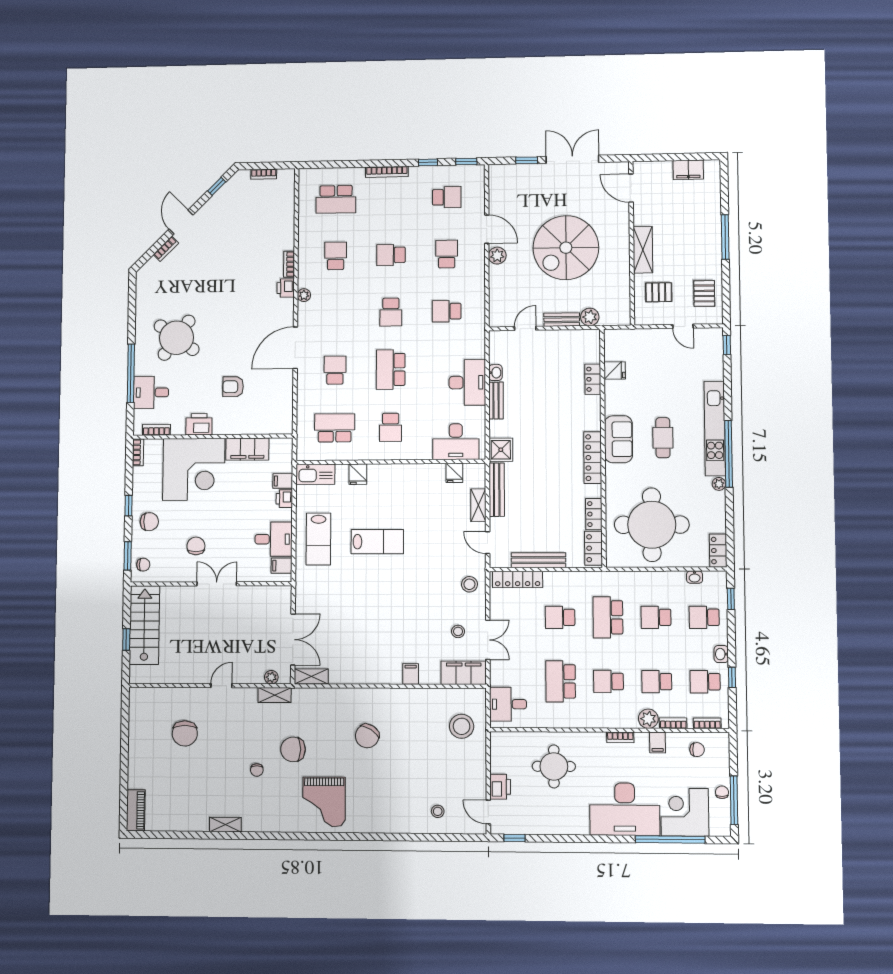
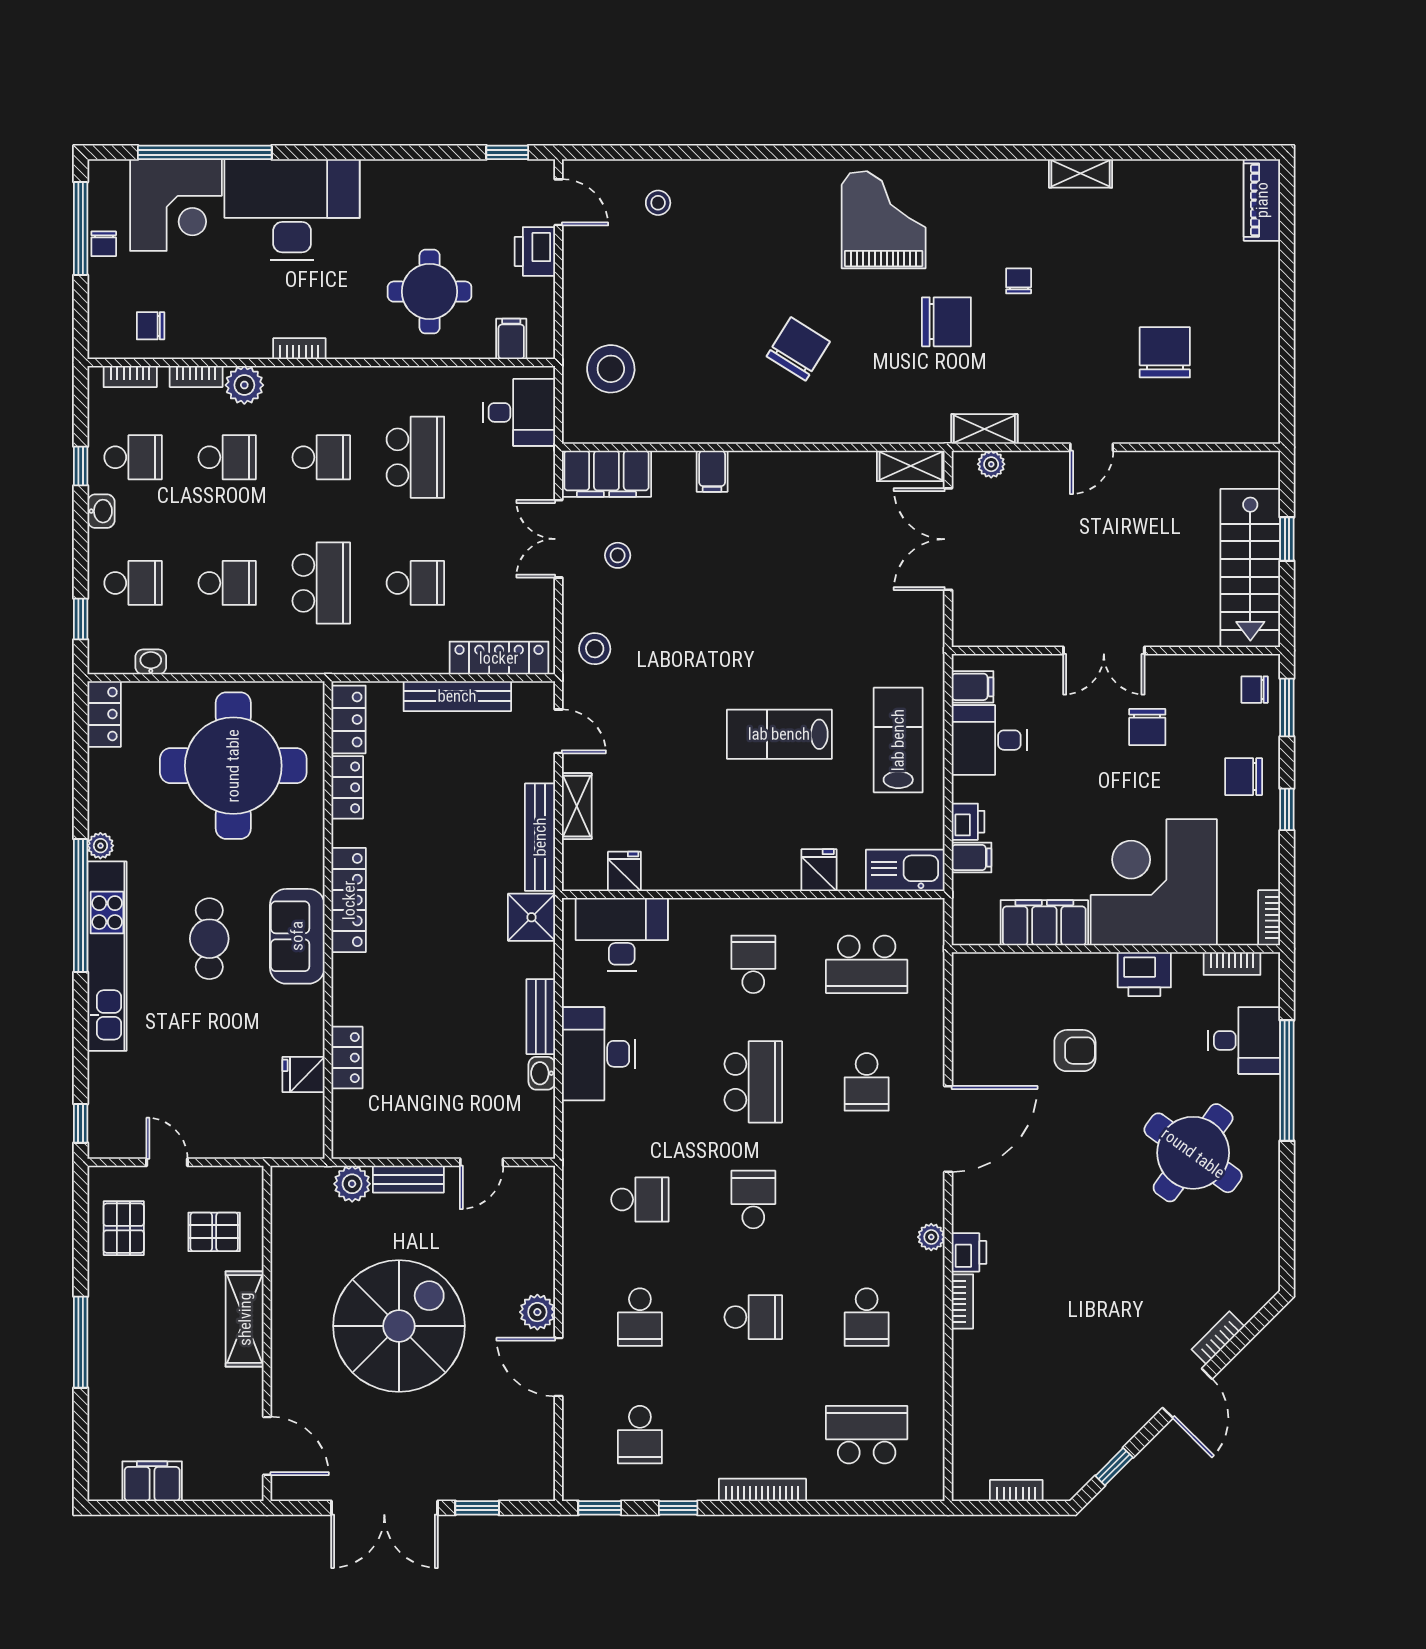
school desk: (447, 197) -> (640, 1435), turned -90
filing cabinet: (658, 743) -> (511, 339), moved

